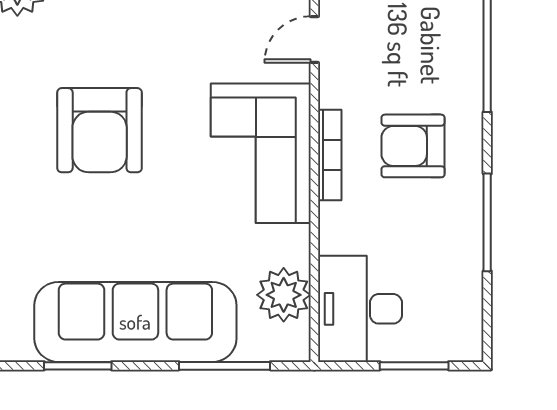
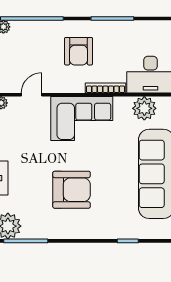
door: (314, 40) -> (32, 95), swing flipped
bookcase: (330, 155) -> (106, 88), moved

